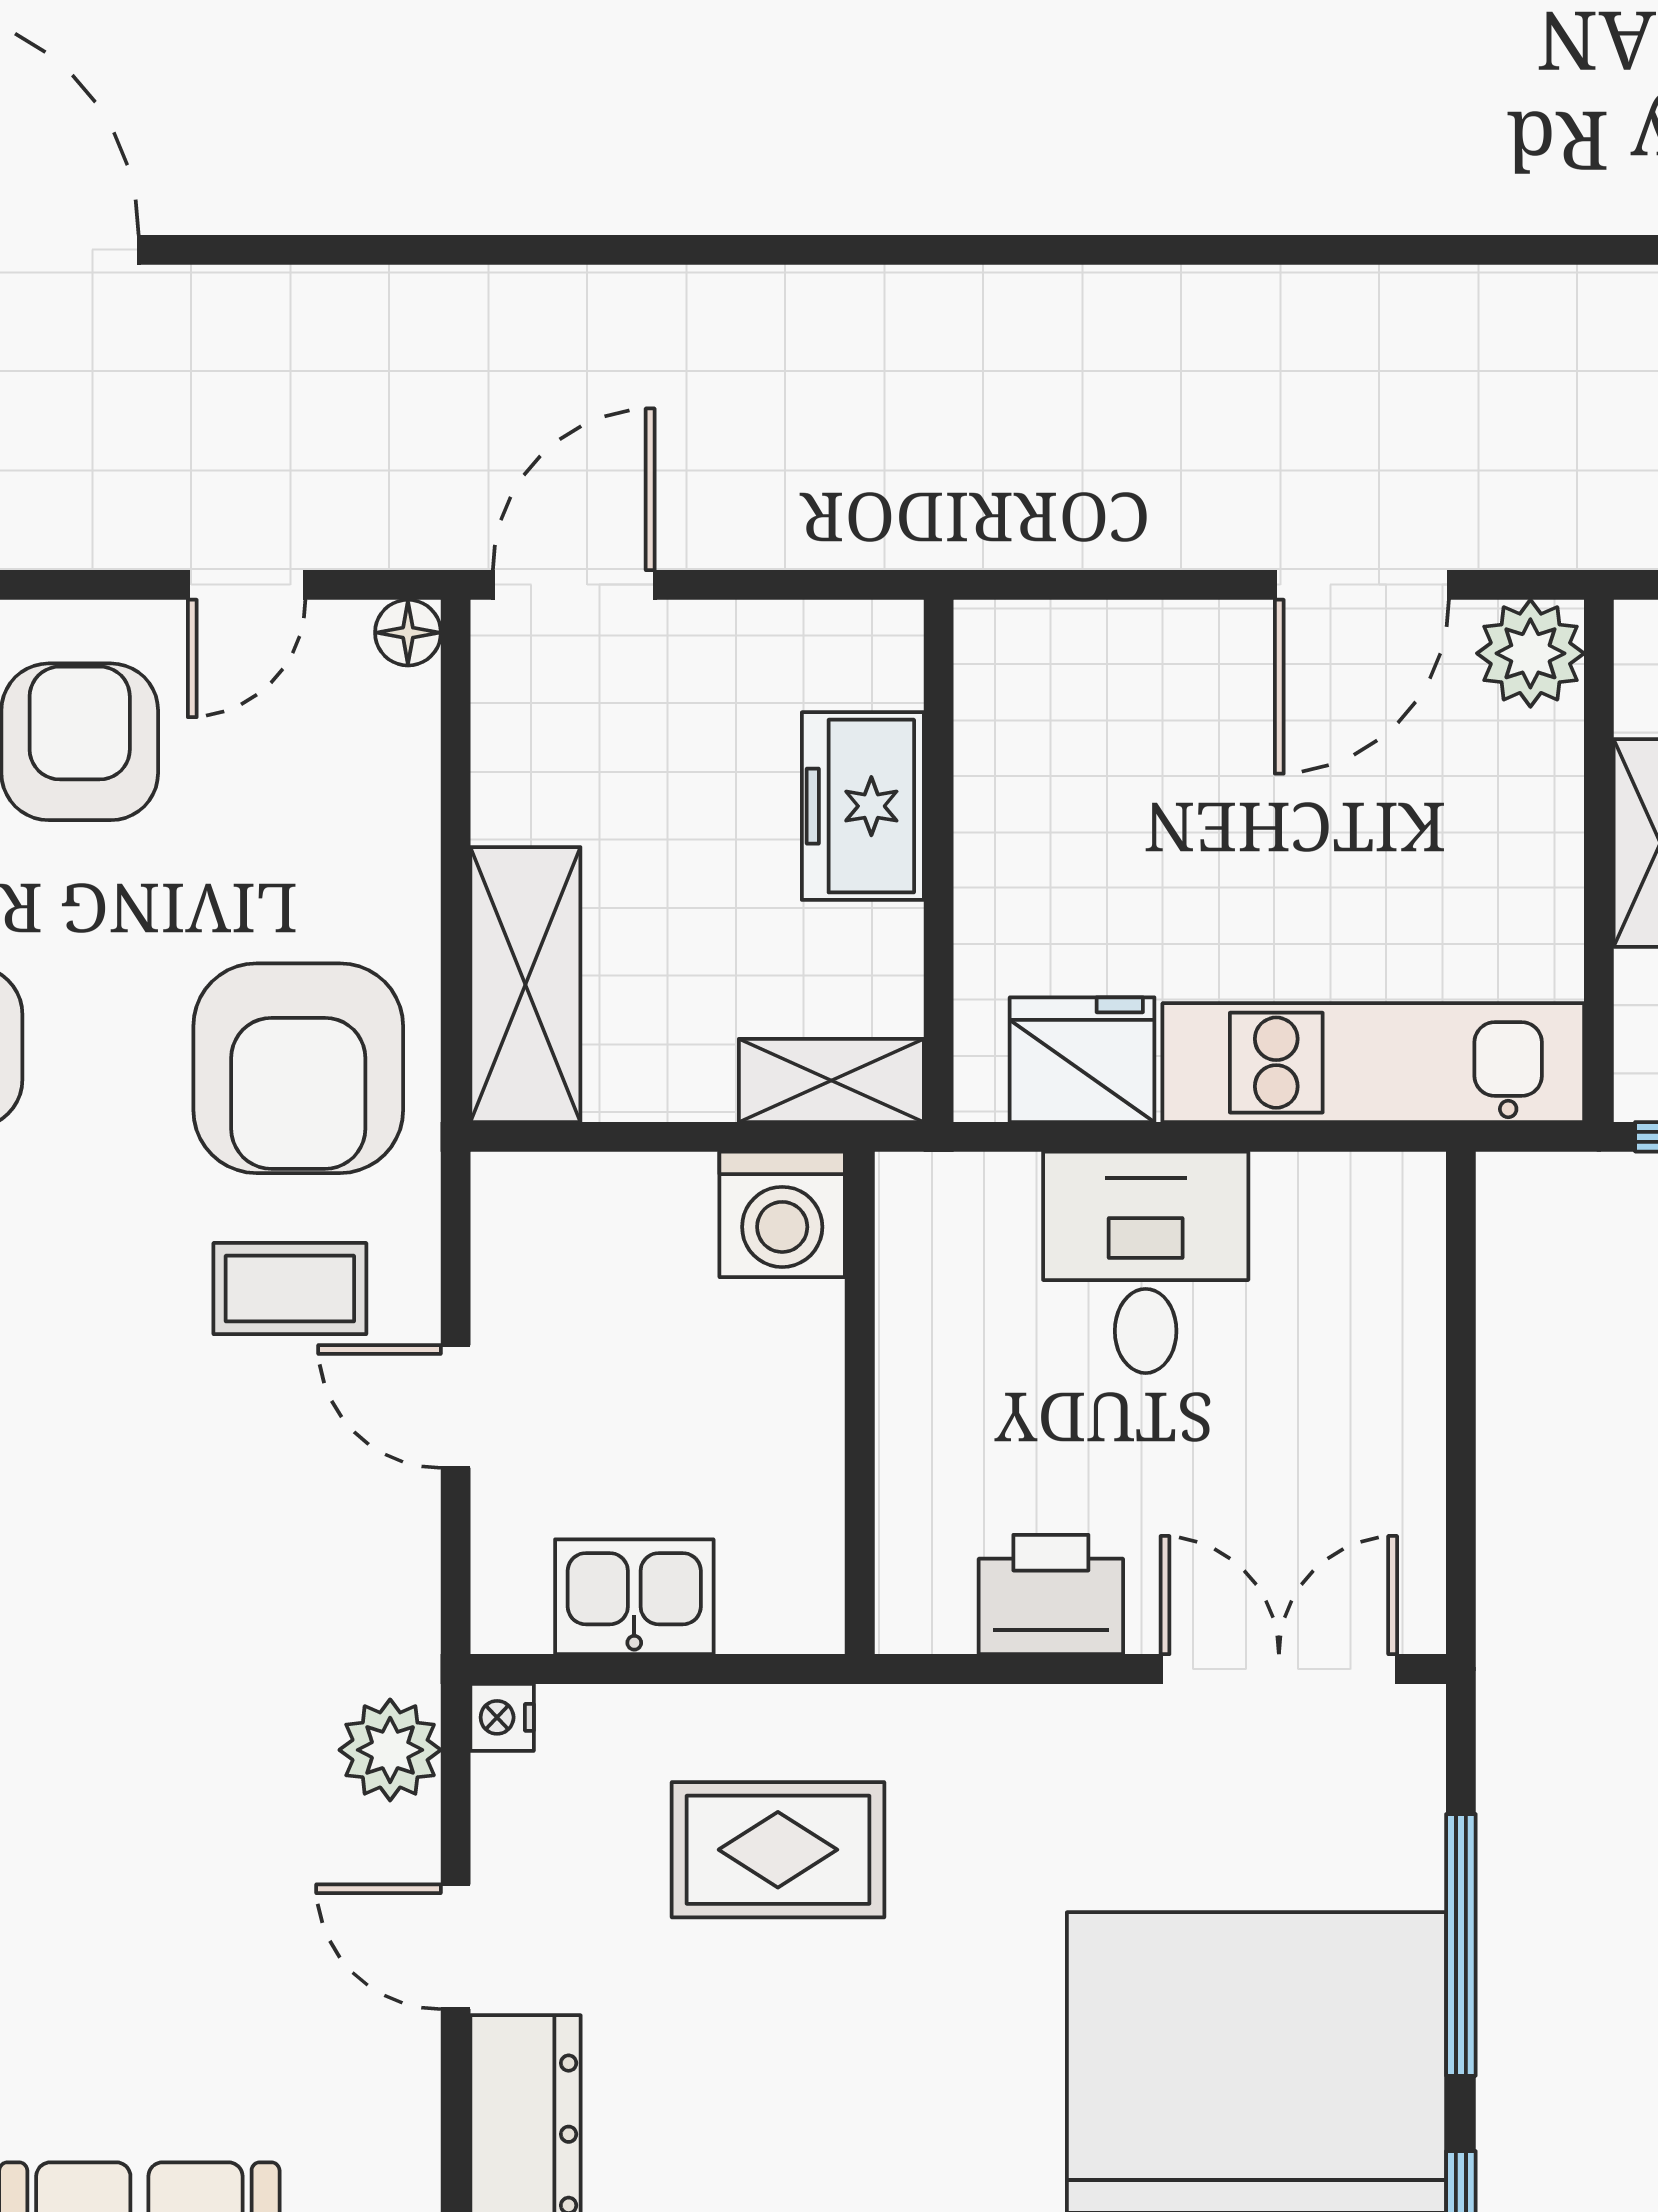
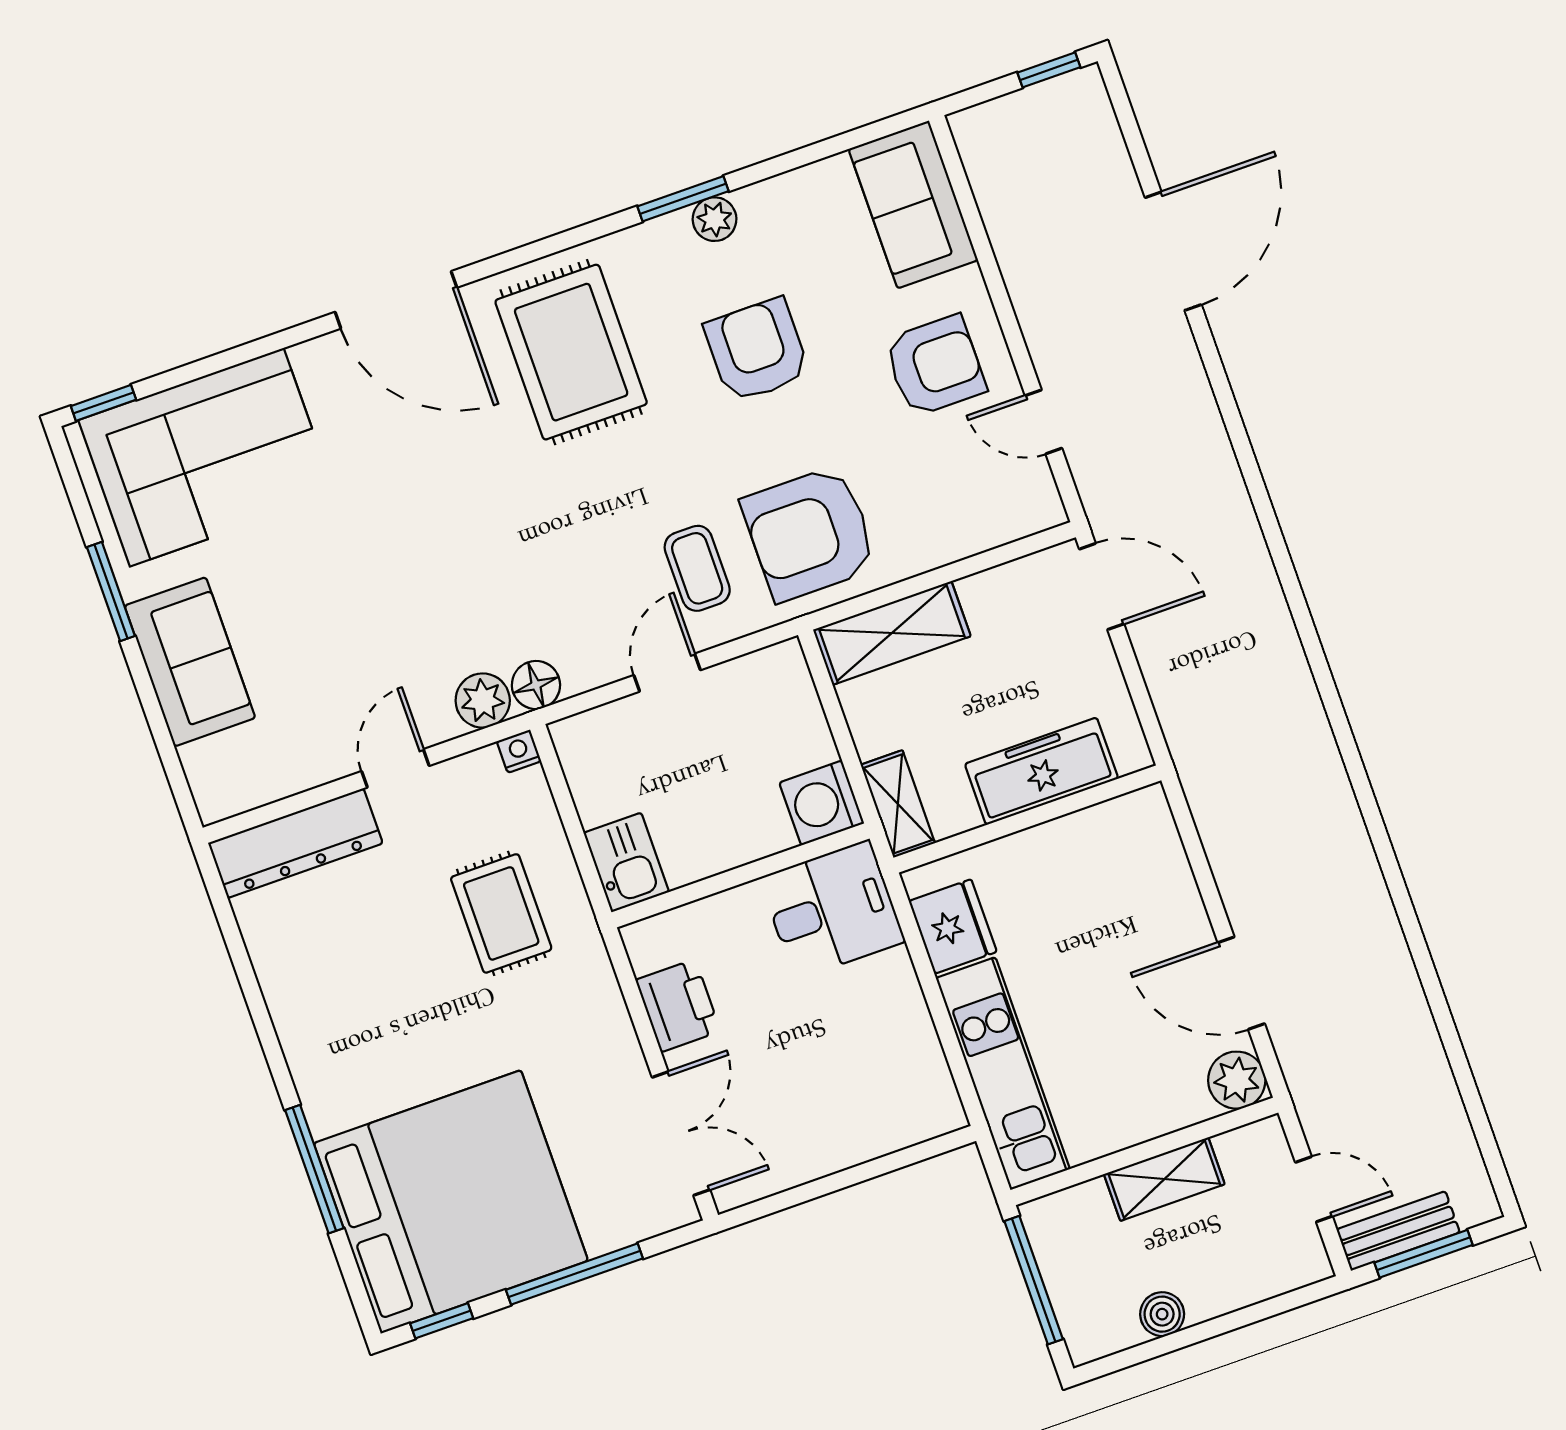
floor lamp: (408, 633) -> (536, 685), moved, width x1.37, depth x1.37
freezer: (863, 806) -> (1041, 771), width x1.40
desk: (1146, 1262) -> (832, 910), moved
kitchen sink: (634, 1597) -> (626, 862), moved

